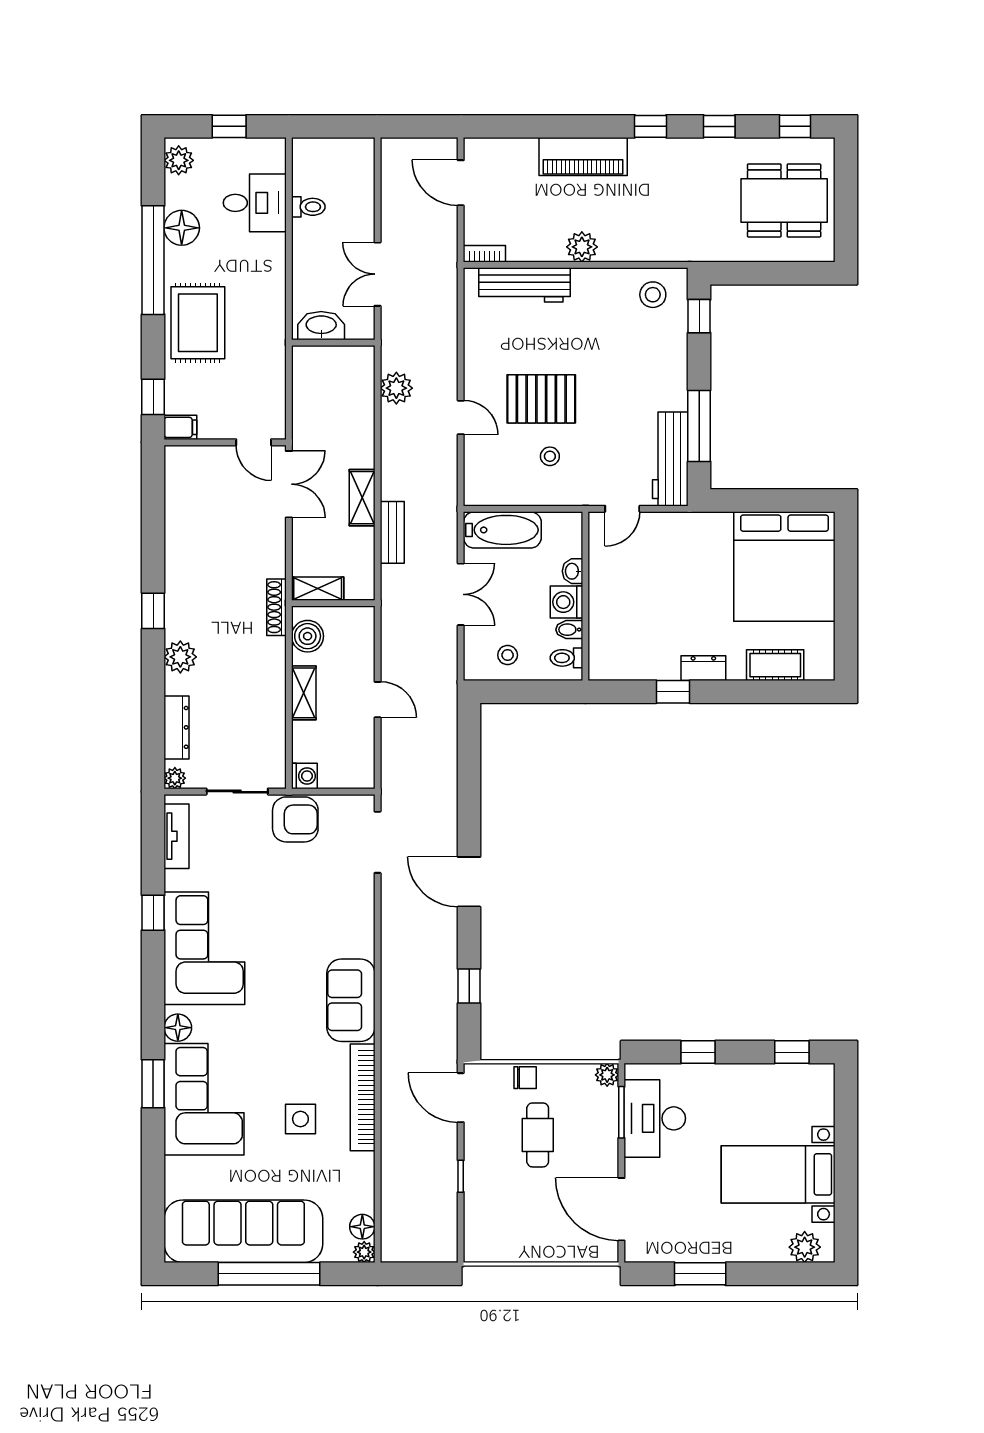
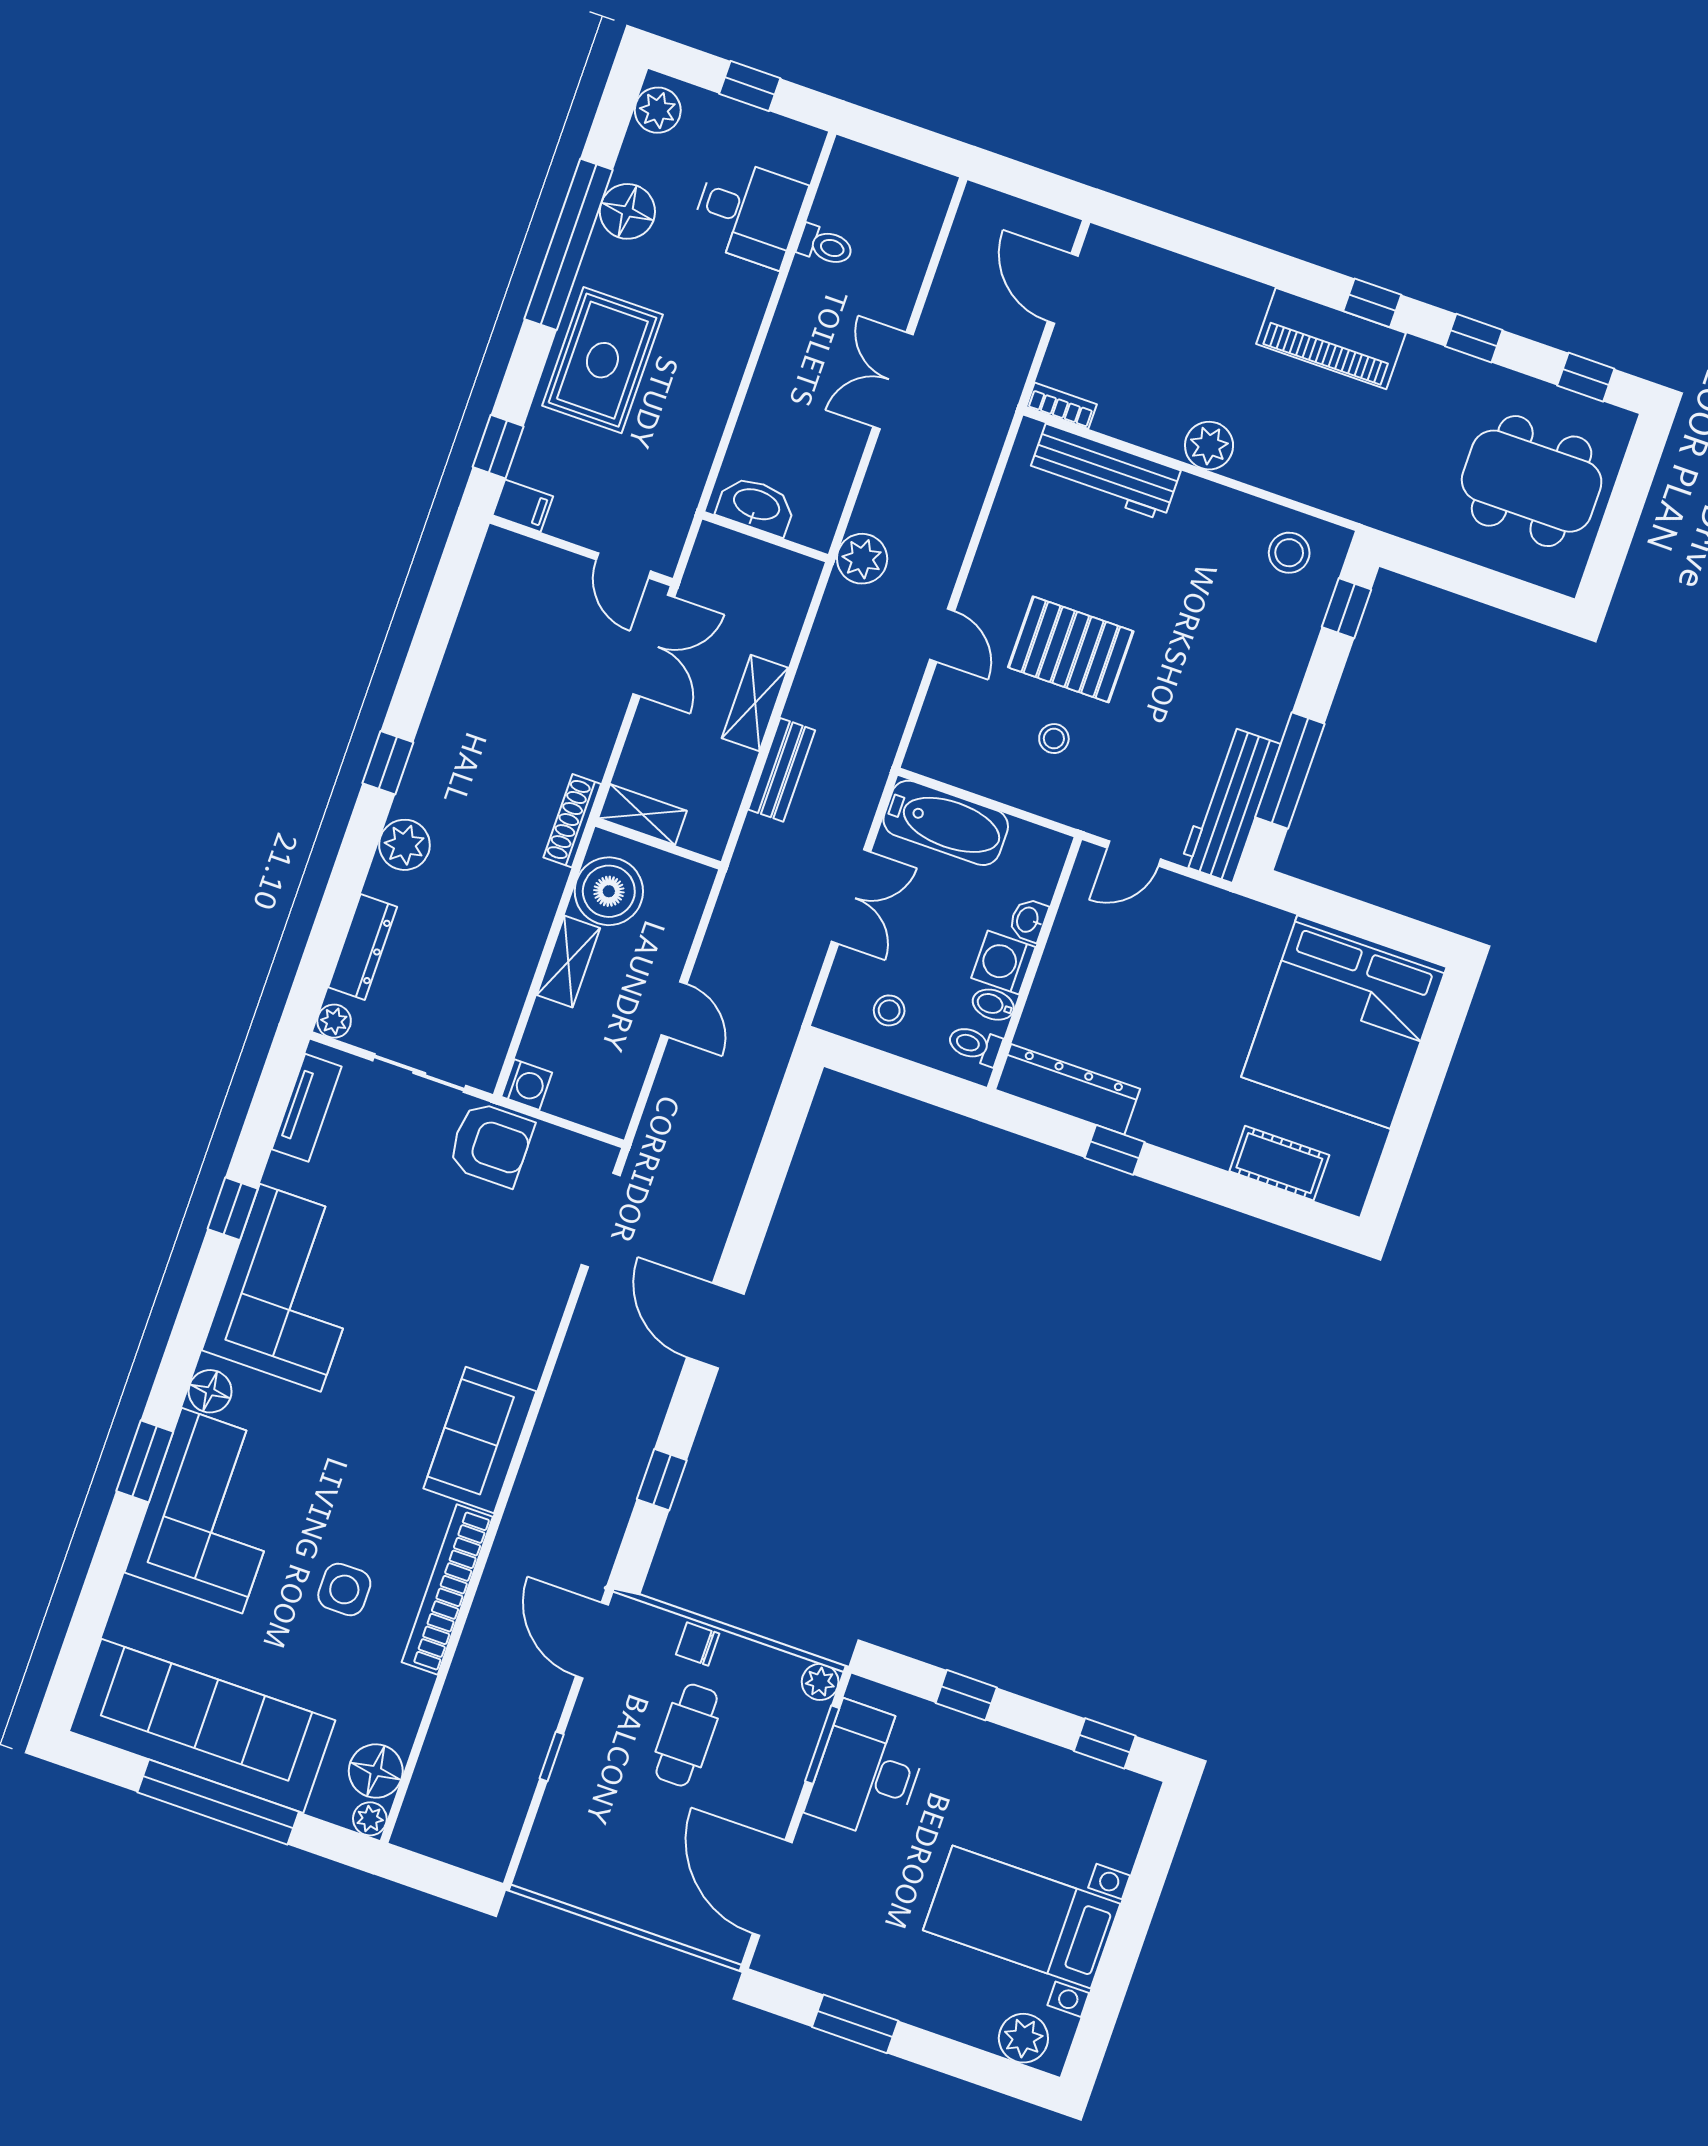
piano: (583, 157) -> (1331, 338), moved
washbasin: (321, 326) -> (756, 505), moved
wall: (333, 343) -> (765, 537), moved
boiler: (308, 636) -> (609, 891), width x1.37, depth x1.37
dresser: (703, 668) -> (1068, 1089), moved, width x1.96, depth x1.24
chair: (525, 1078) -> (698, 1644), turned 180
floor lamp: (362, 1227) -> (376, 1771), width x1.38, depth x1.38

